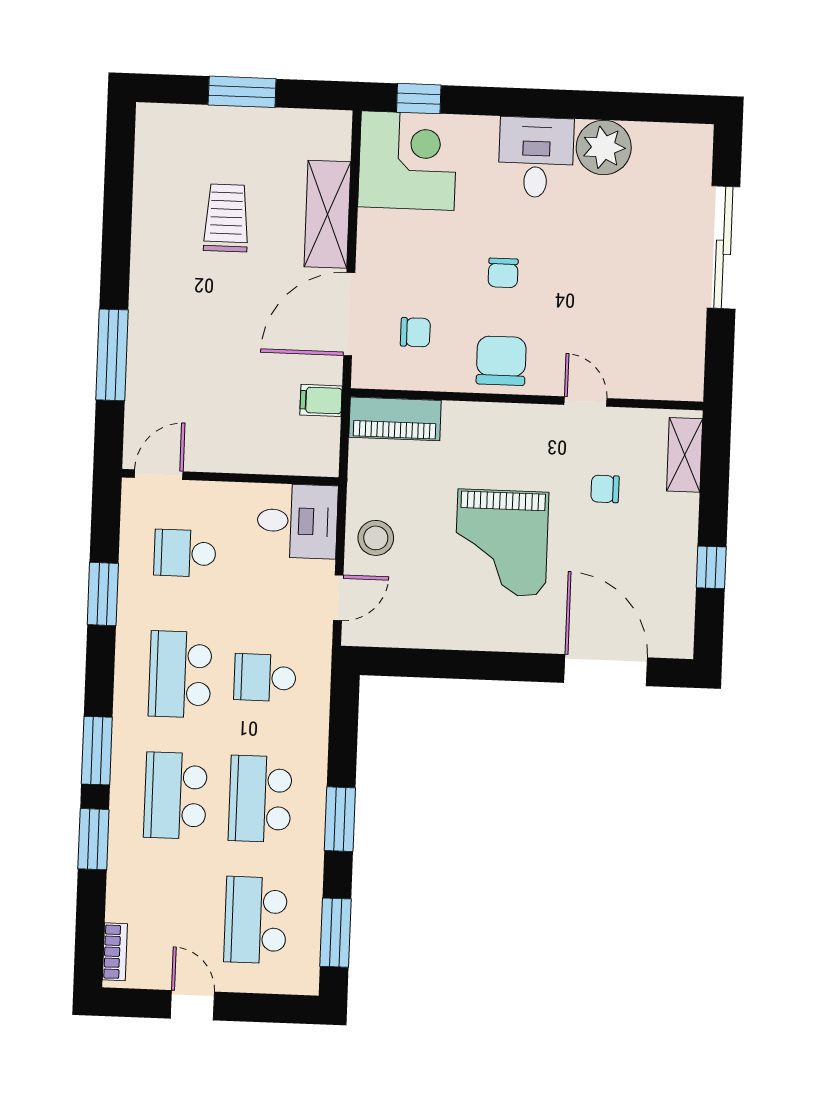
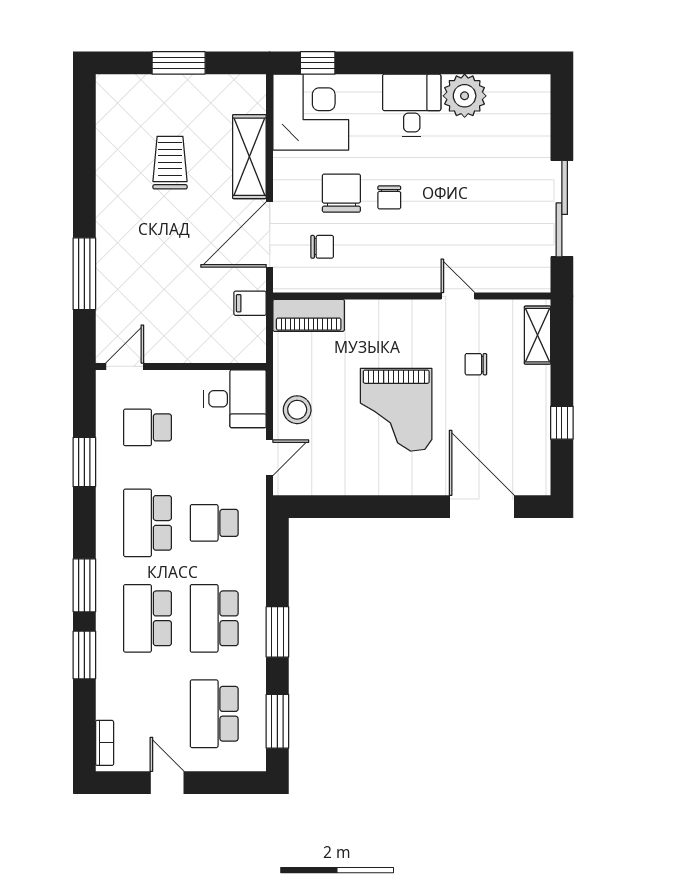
sliding door: (723, 247) -> (562, 209), moved
chair: (501, 361) -> (341, 193), moved

